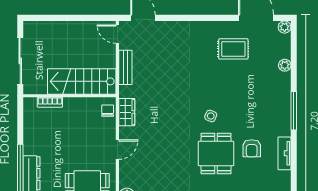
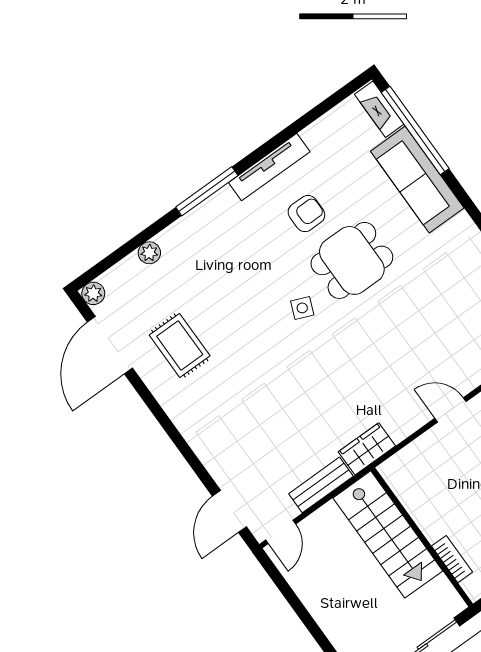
chair: (108, 111) -> (403, 465), removed
wardrobe: (127, 112) -> (367, 449), moved
tv unit: (285, 153) -> (269, 167), width x1.41

